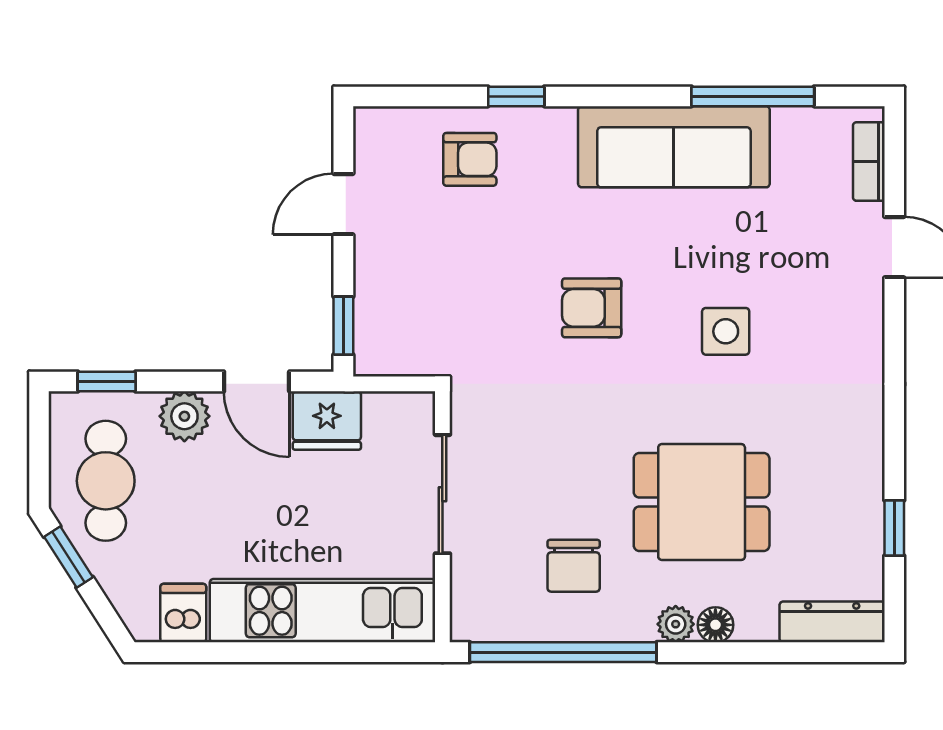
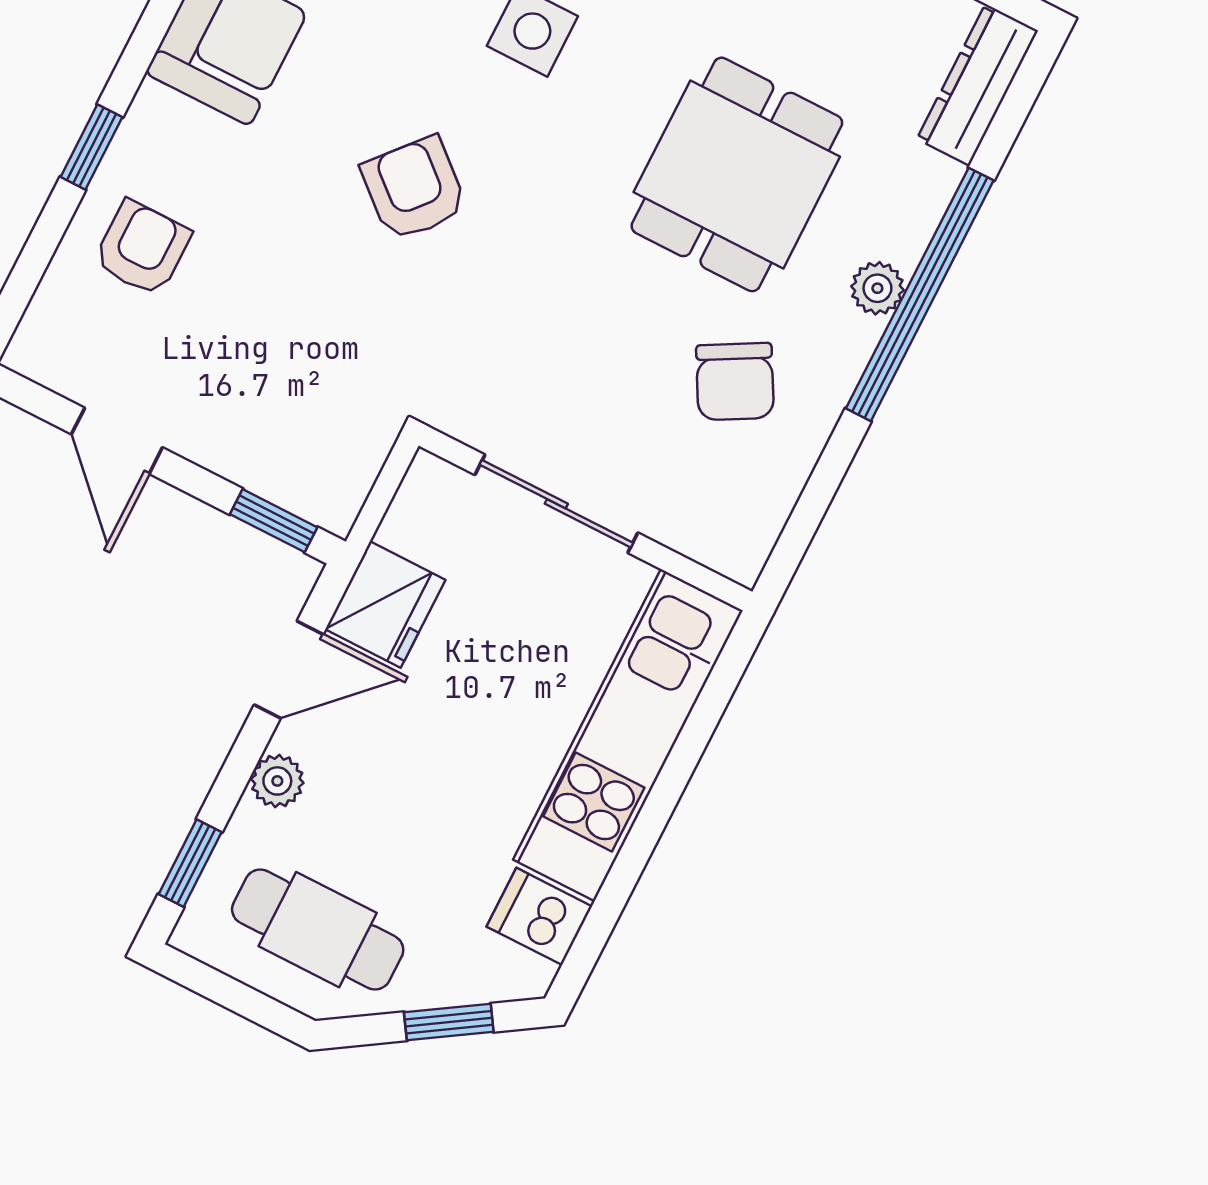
armchair: (592, 308) -> (414, 189), turned 131
plant: (184, 416) -> (277, 781), width x0.73, depth x0.73
window: (68, 557) -> (449, 1022), moved
chair: (574, 566) -> (735, 382), turned 61
floor lamp: (715, 625) -> (904, 237), removed
window: (563, 652) -> (920, 294), moved

